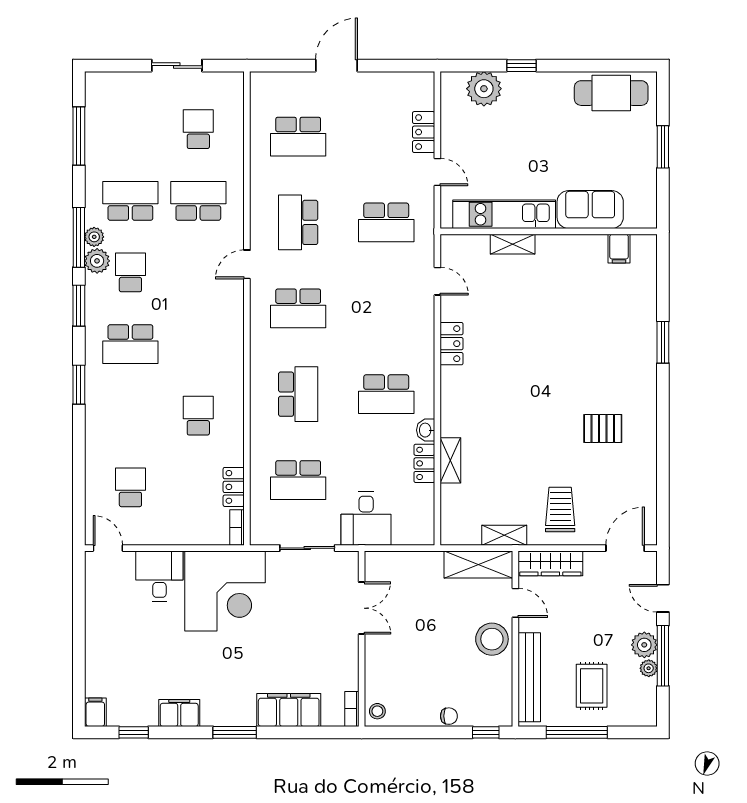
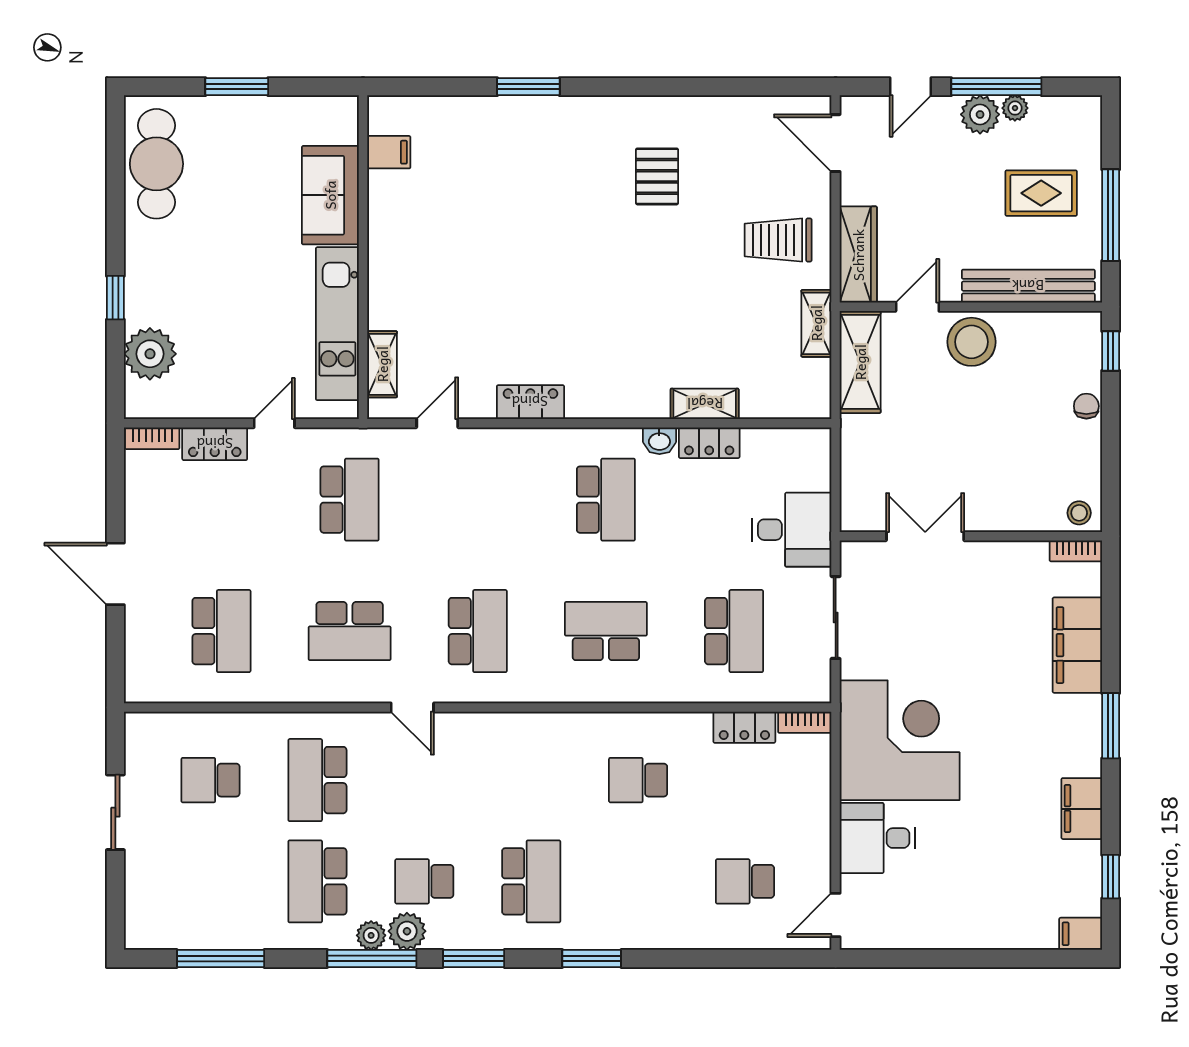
bookcase: (427, 90) -> (152, 438), added
shelving: (513, 244) -> (382, 364), moved

